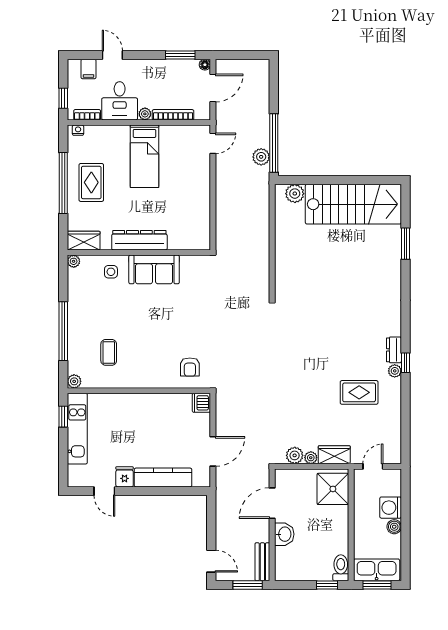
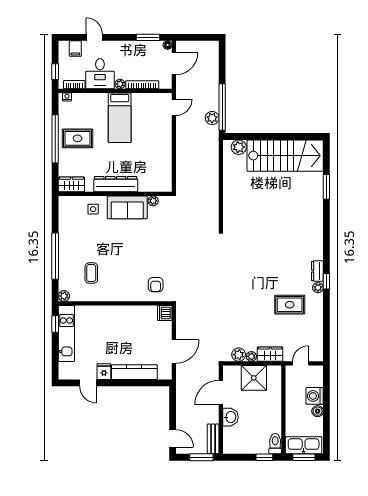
rug: (91, 182) -> (77, 138), turned 90
plant: (74, 261) -> (153, 201), moved
shower: (333, 489) -> (254, 378), moved

